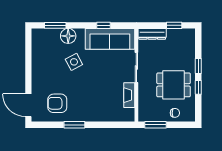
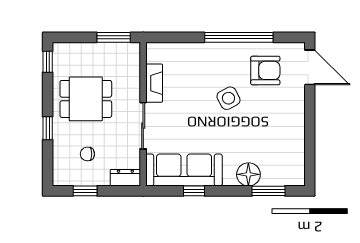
dresser: (152, 34) -> (125, 178), width x0.70
side table: (74, 62) -> (228, 98), moved
window: (198, 87) -> (48, 62), moved
chair: (175, 113) -> (87, 154), moved
window: (74, 125) -> (239, 37), width x2.11

